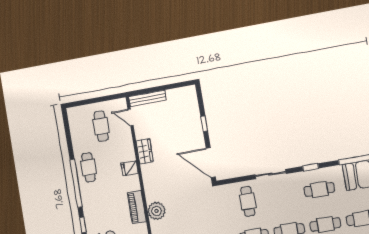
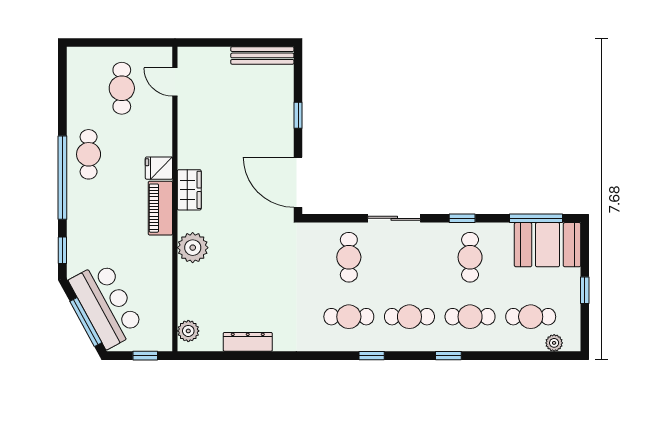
bench: (147, 98) -> (262, 55), moved
wardrobe: (145, 151) -> (189, 190), moved
cafe table: (319, 189) -> (470, 257), turned 90
piano: (137, 207) -> (160, 208), moved

